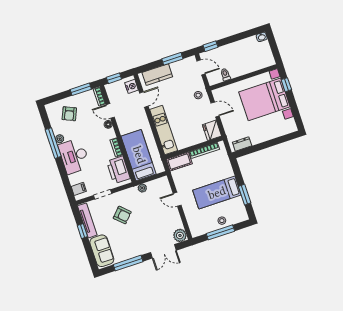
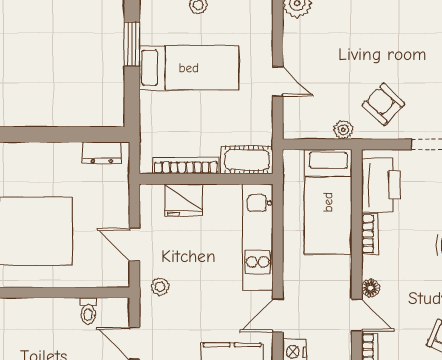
fridge: (212, 130) -> (183, 200), moved, turned 90
armchair: (122, 215) -> (384, 104), moved

